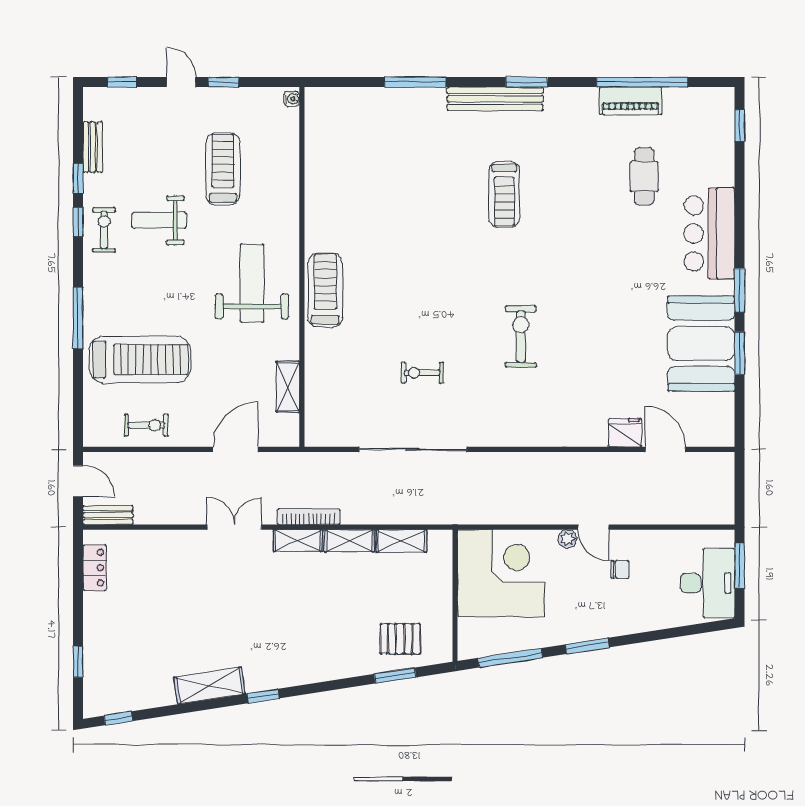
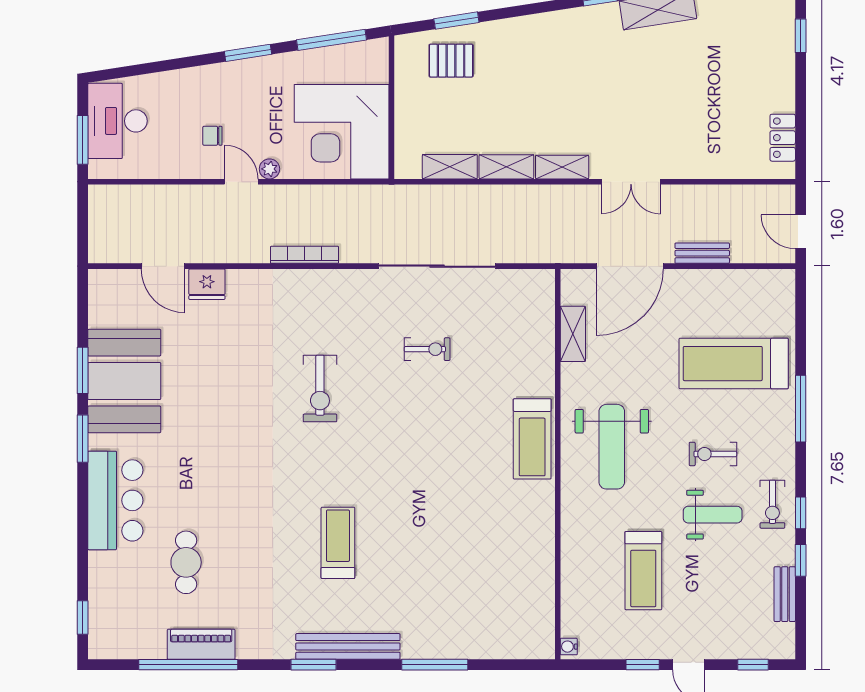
exercise bike: (146, 425) -> (713, 454), moved
door: (235, 449) -> (630, 266), width x1.36
bench: (108, 515) -> (702, 253), moved
bookcase: (309, 517) -> (305, 255), moved, turned 180

